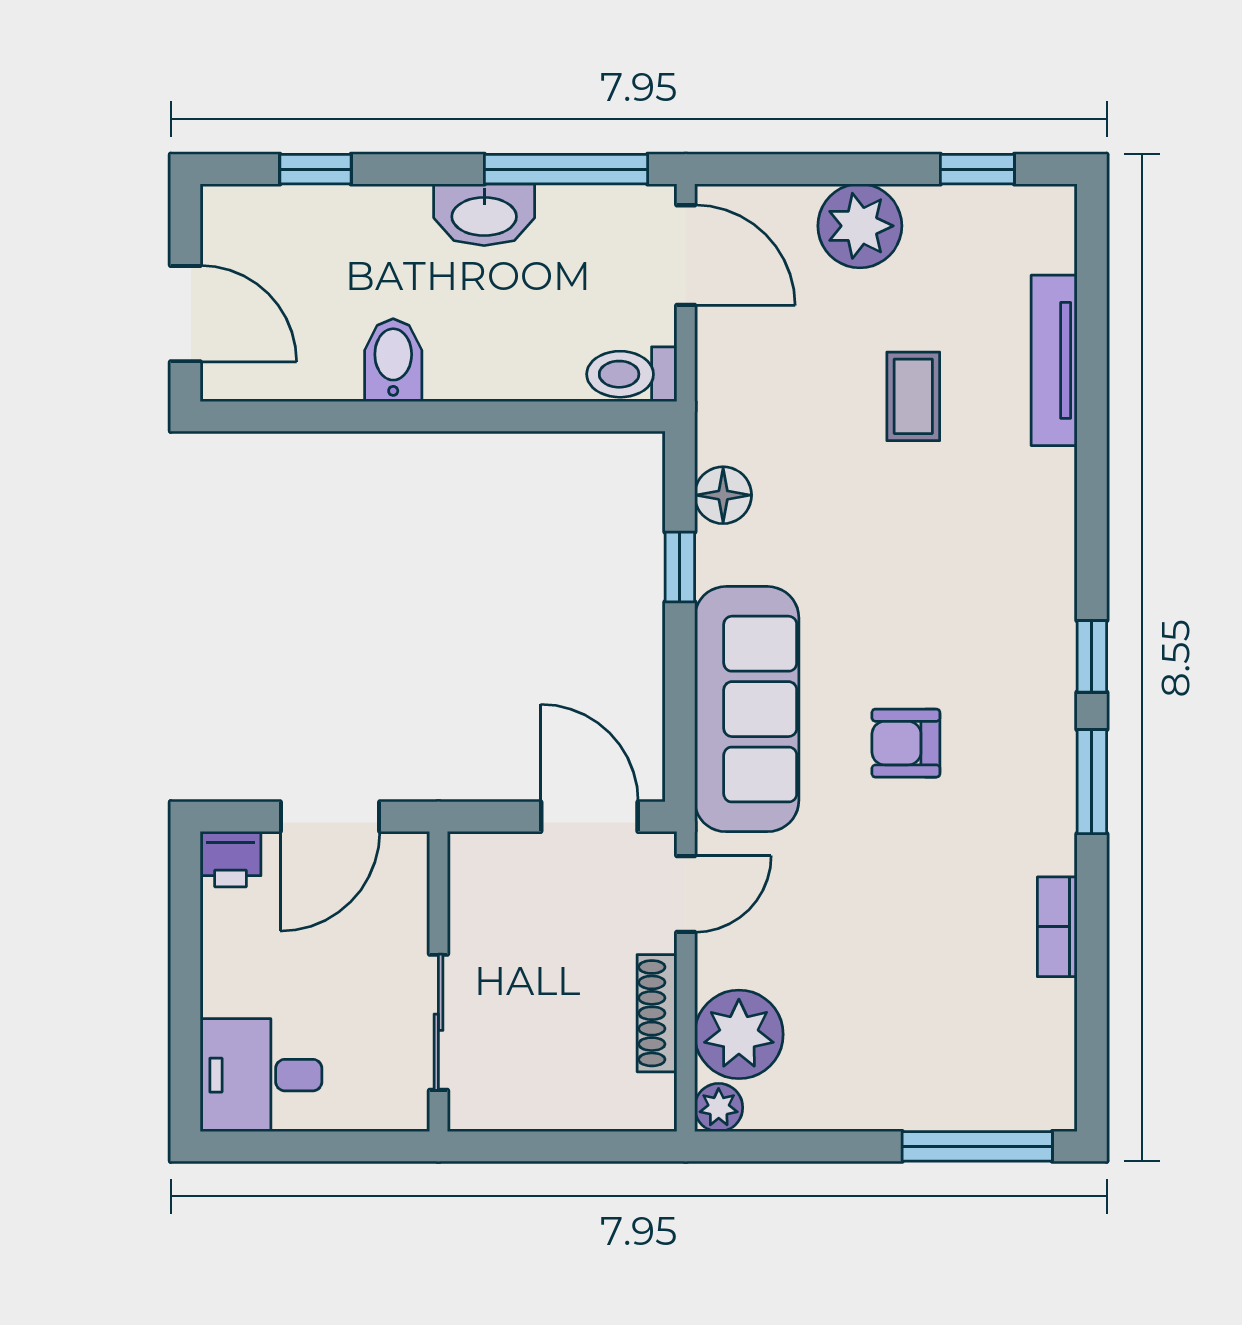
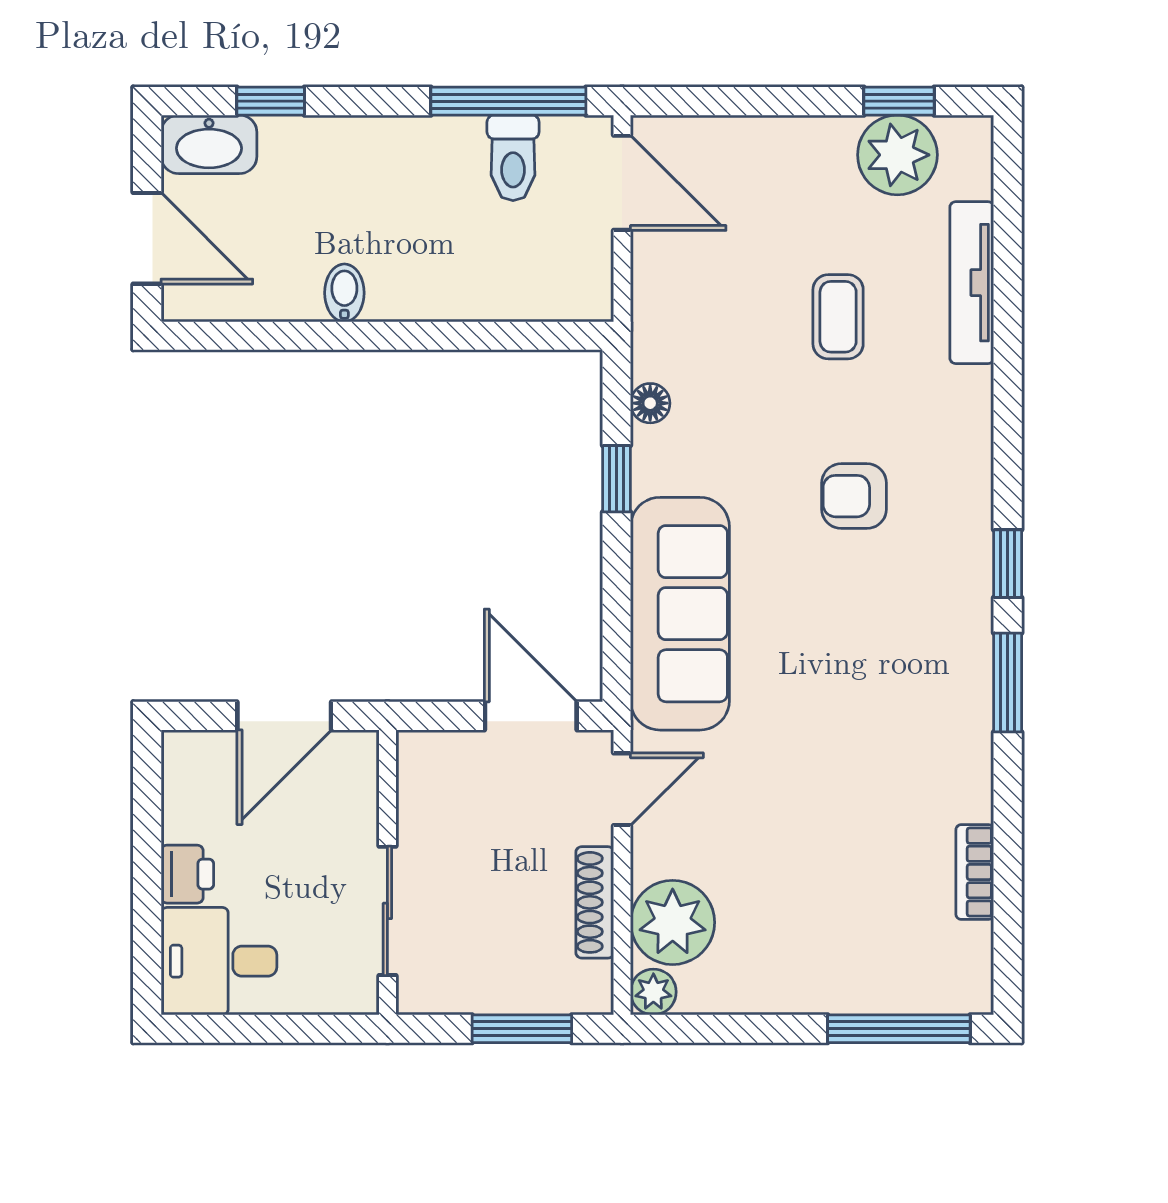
washbasin: (484, 215) -> (209, 144), moved
plant: (860, 226) -> (897, 155), moved
bidet: (393, 360) -> (344, 293), width x0.72, depth x0.74
toilet: (632, 374) -> (513, 158), moved, turned -90
floor lamp: (723, 495) -> (650, 403), width x0.73, depth x0.73
armchair: (906, 743) -> (854, 496), moved
printer: (231, 859) -> (187, 874), moved, turned -90
bookcase: (1057, 927) -> (975, 872), moved
window: (580, 1146) -> (522, 1029), added

